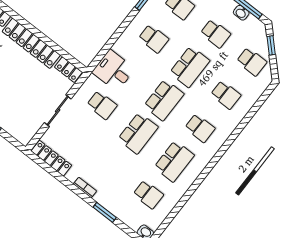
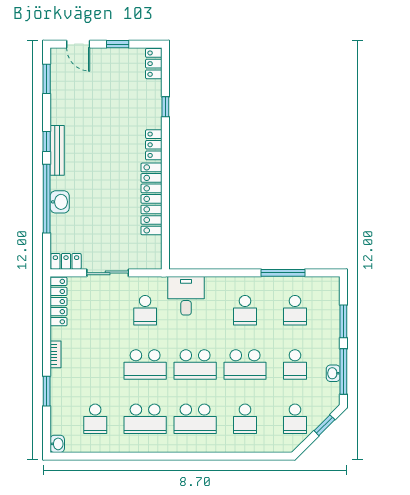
locker: (68, 70) -> (66, 261), moved, turned 90
school desk: (200, 128) -> (195, 419), width x1.85

